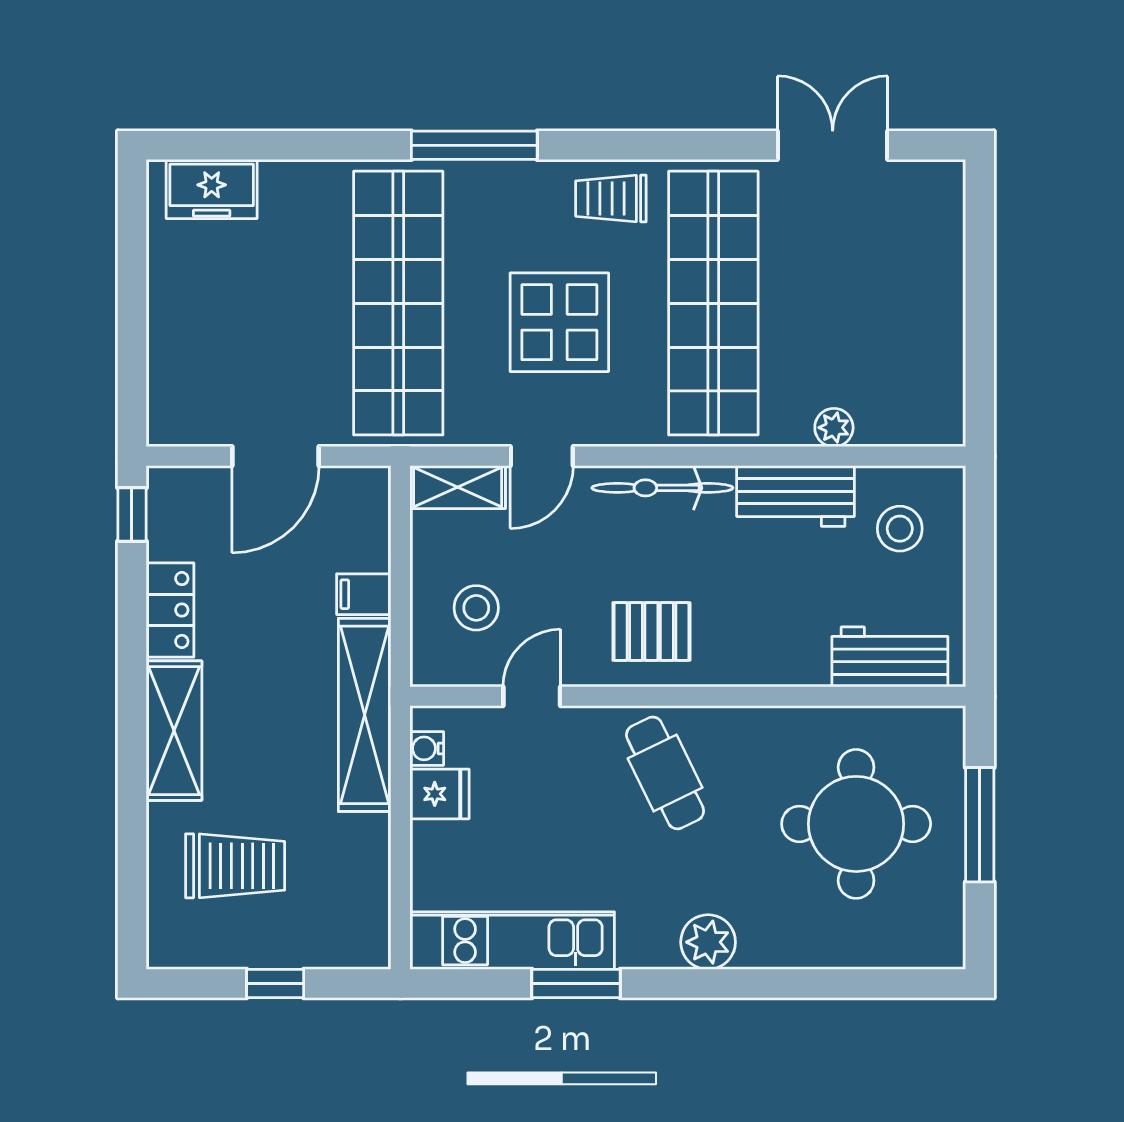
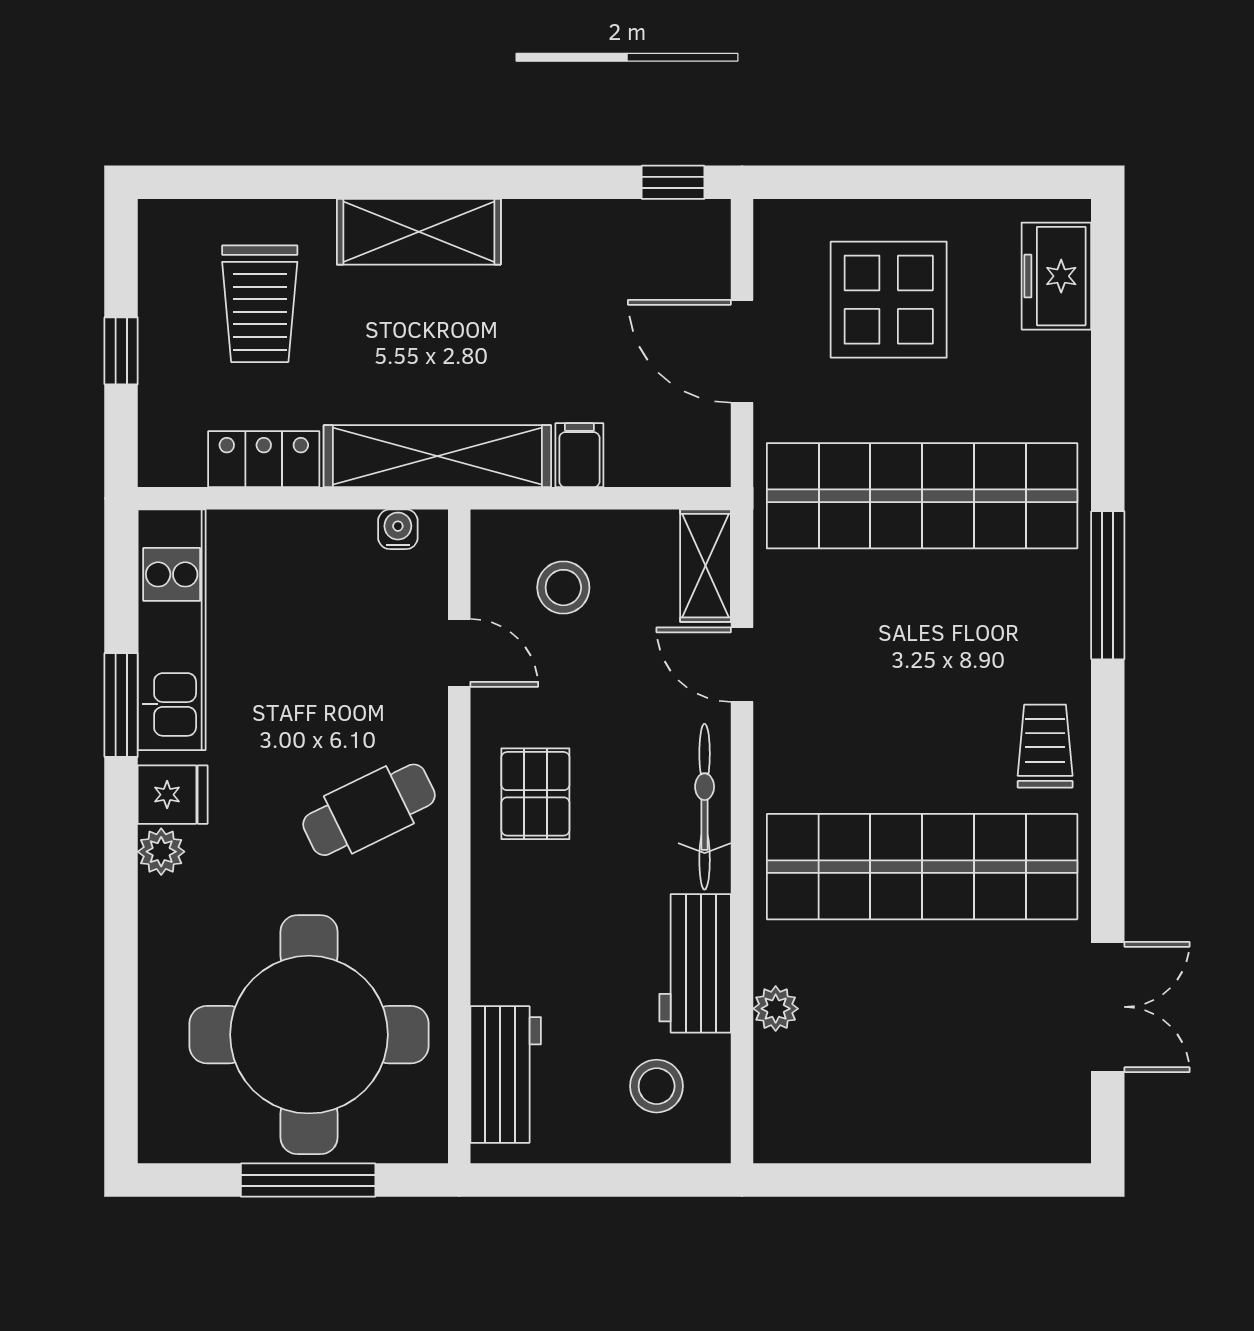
display table: (559, 322) -> (889, 300), moved
locker: (170, 610) -> (264, 459), moved, turned 180
fridge: (439, 794) -> (173, 795), moved, turned -90
round table: (856, 824) -> (309, 1035), width x1.36, depth x1.36
plant: (708, 942) -> (161, 852), width x0.73, depth x0.73

